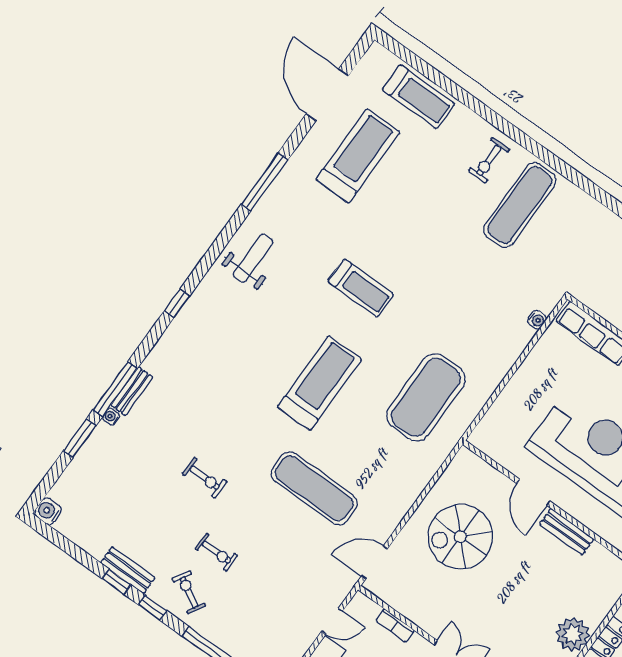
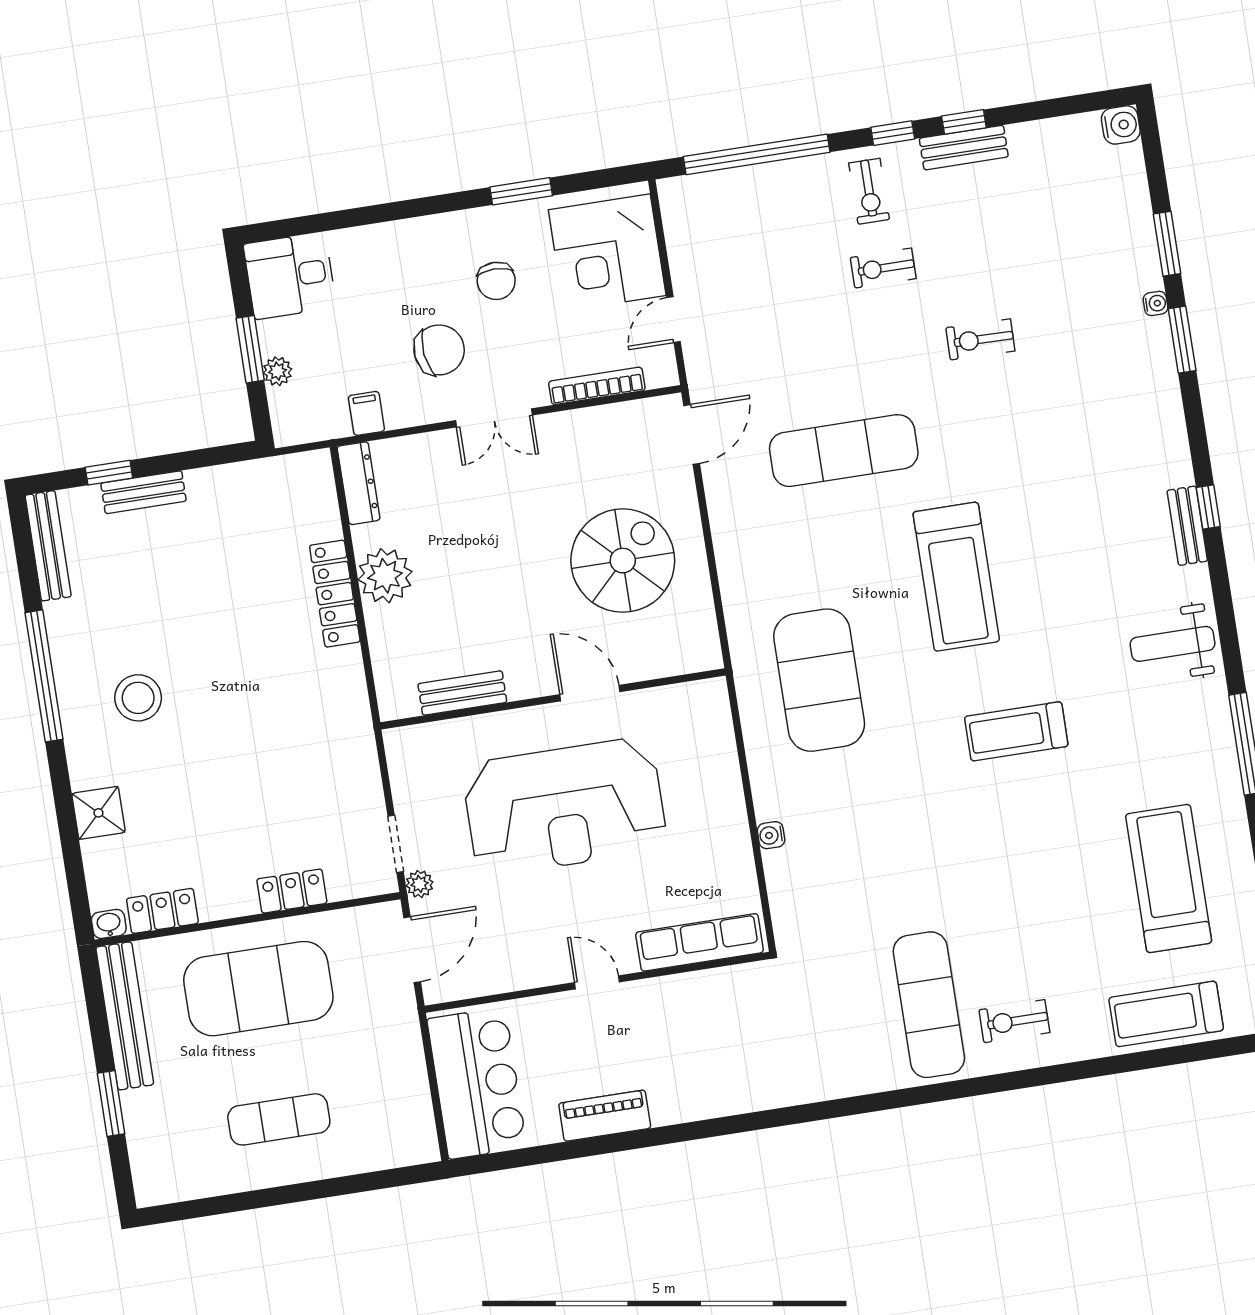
treadmill: (358, 156) -> (1169, 879), turned 180
exercise bike: (489, 160) -> (1014, 1021), turned -90
weight bench: (253, 258) -> (1173, 644), turned 90
water cooler: (537, 320) -> (771, 835), moved
window: (115, 389) -> (1182, 340), width x0.69
bench: (132, 391) -> (1187, 526), moved
bench: (567, 532) -> (462, 693), moved
exercise bike: (189, 592) -> (869, 191), turned 60
bookcase: (395, 626) -> (597, 386), width x1.56

